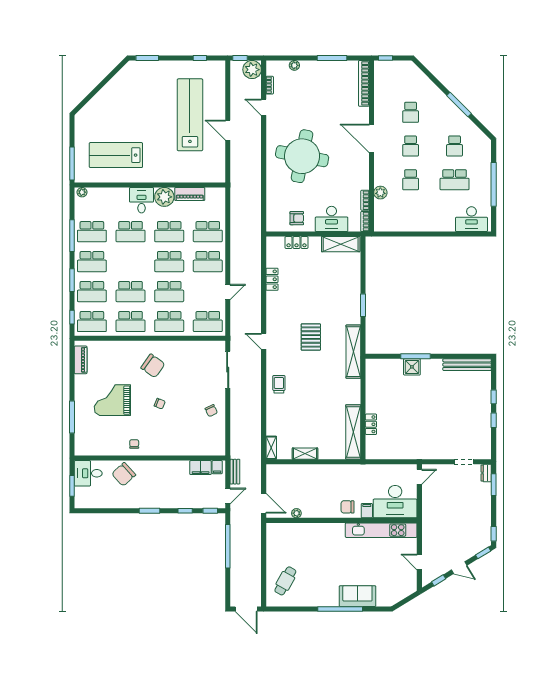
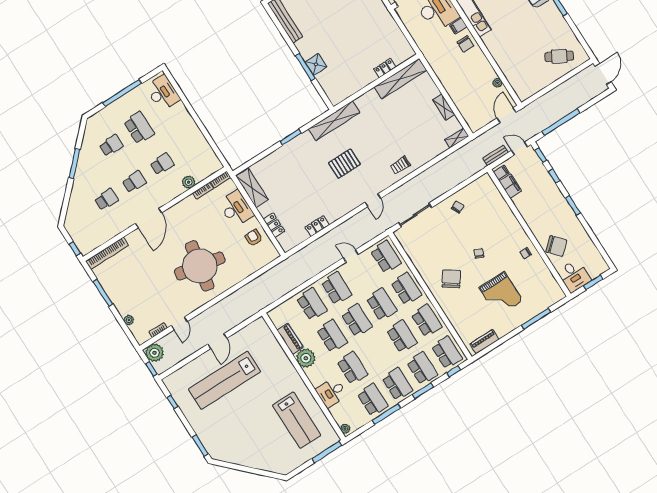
desk: (142, 200) -> (331, 392), moved

